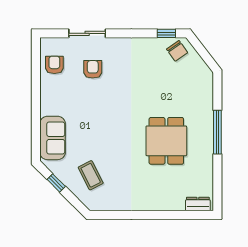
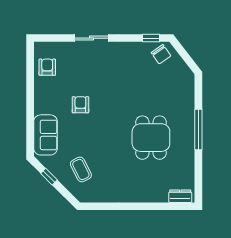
sliding door: (87, 33) -> (91, 38), moved
armchair: (93, 69) -> (80, 105), moved

